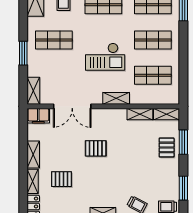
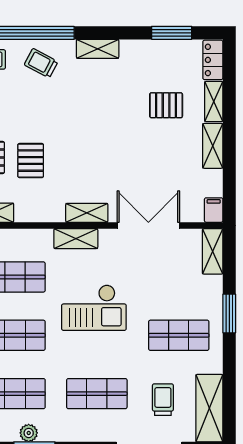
checkout: (105, 57) -> (94, 308), turned 180
shelving: (140, 114) -> (87, 213), moved
filing cabinet: (38, 116) -> (214, 210), width x0.50
pallet: (96, 148) -> (31, 161), moved, turned 90

